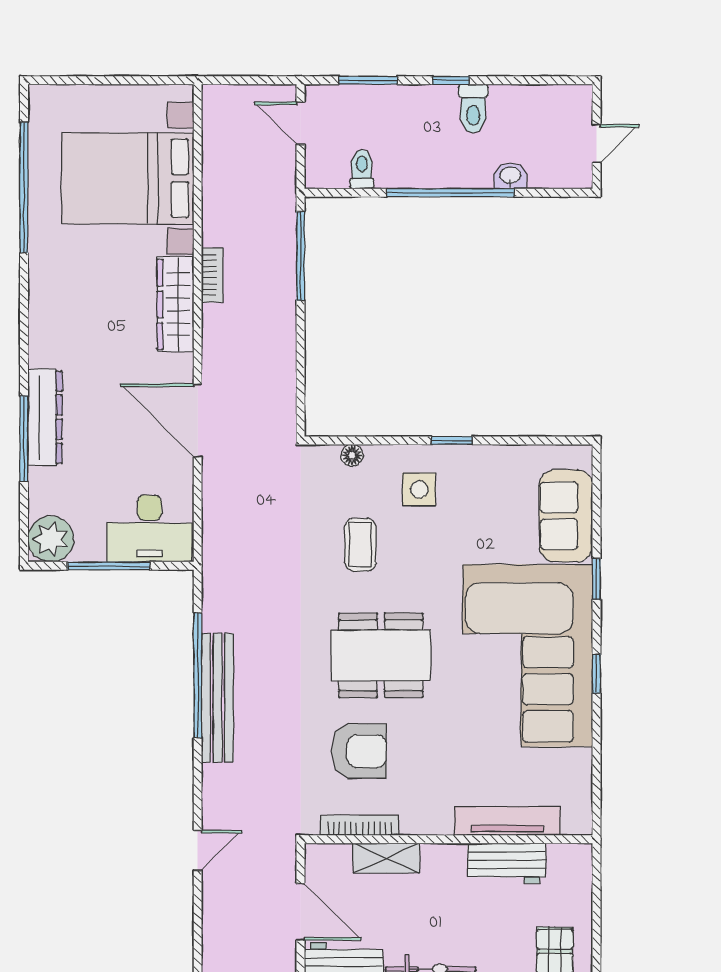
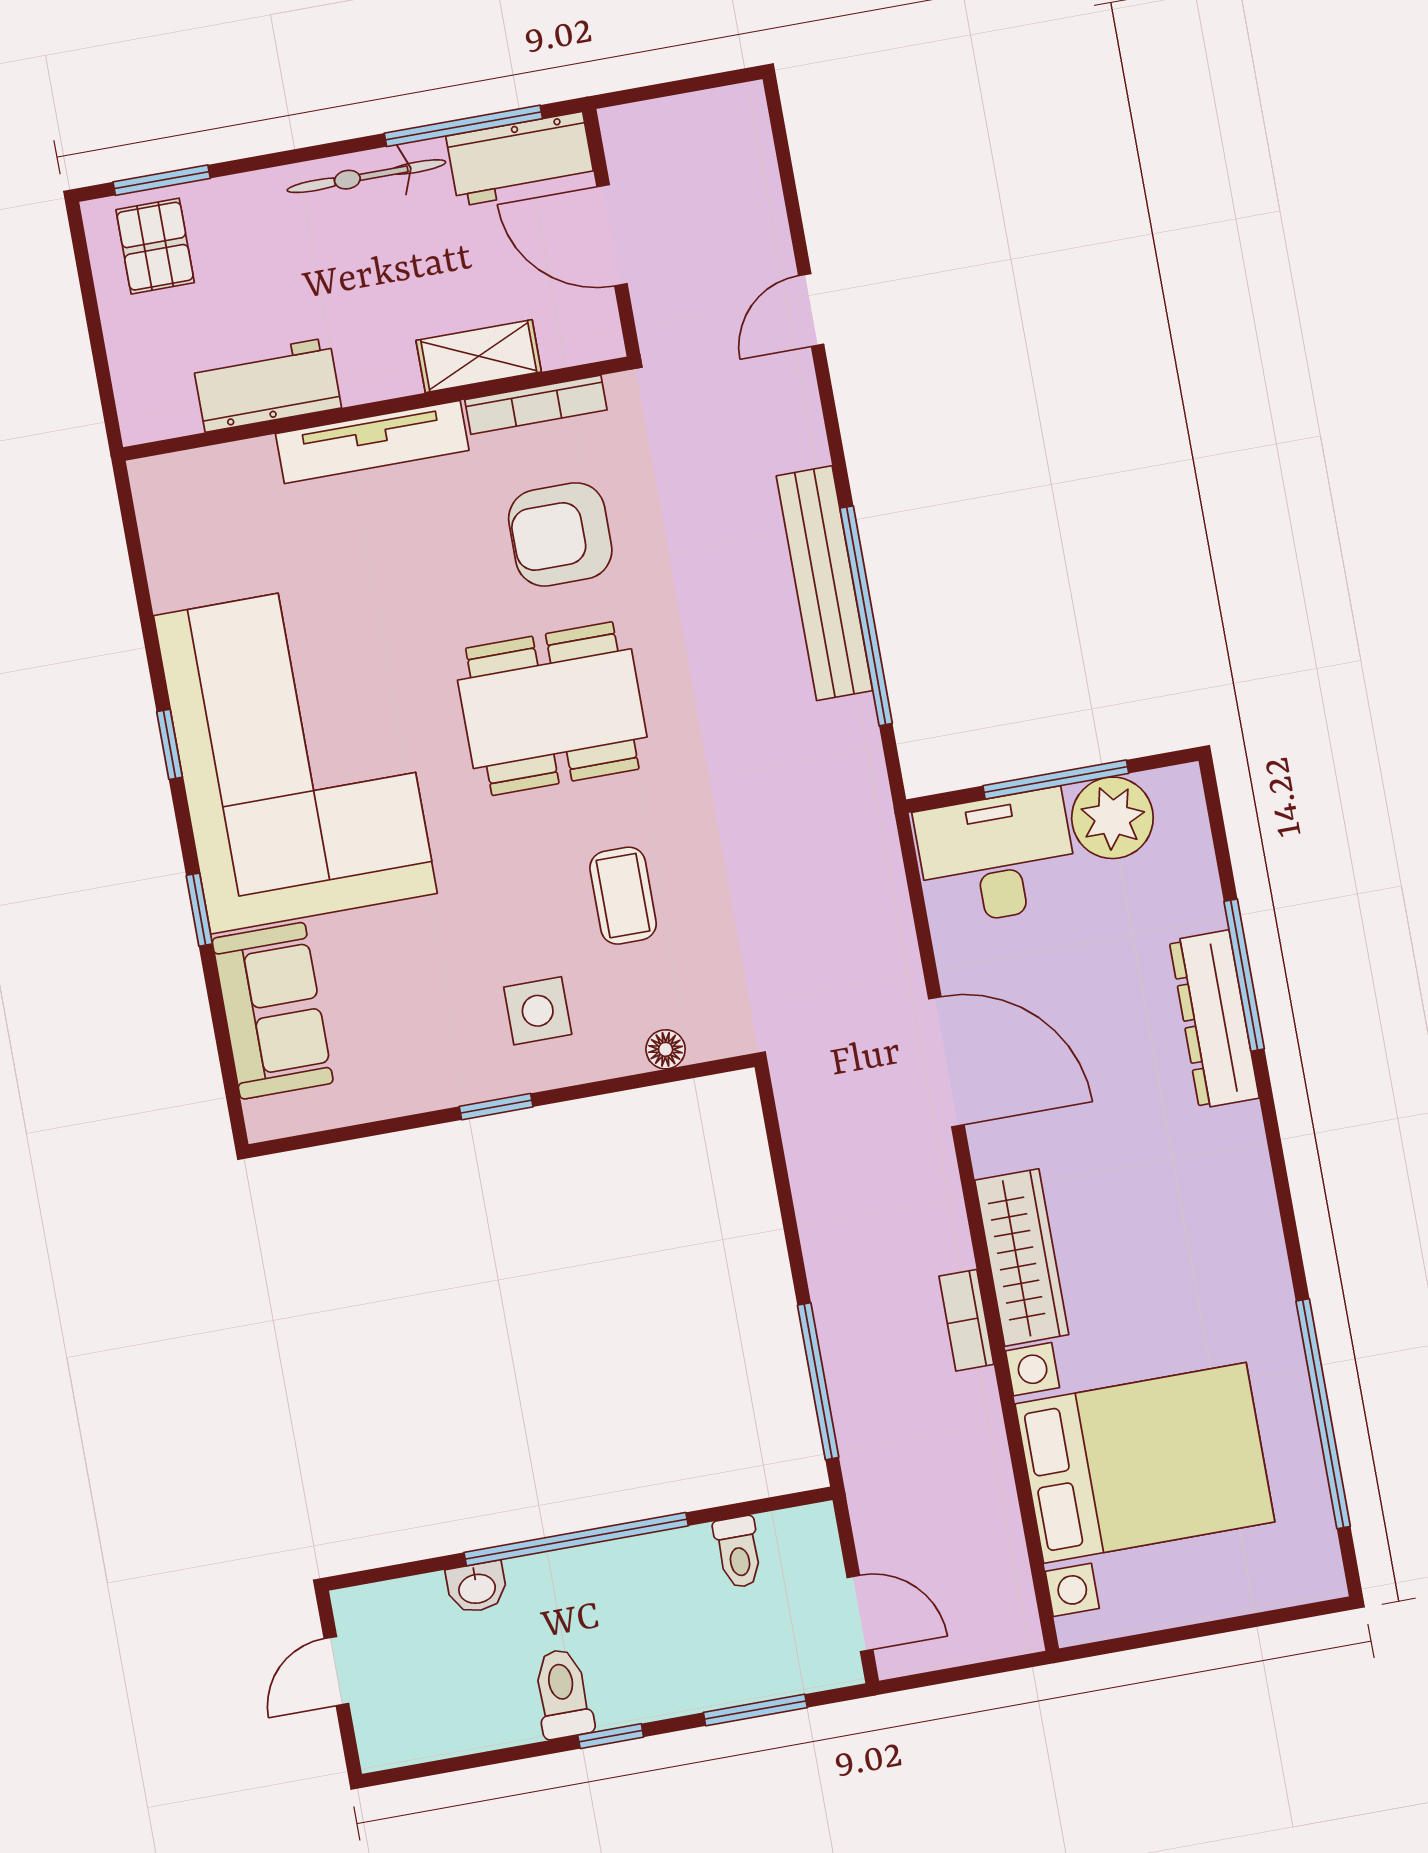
plant: (51, 539) -> (1112, 818), moved
tv unit: (507, 821) -> (372, 442), moved

